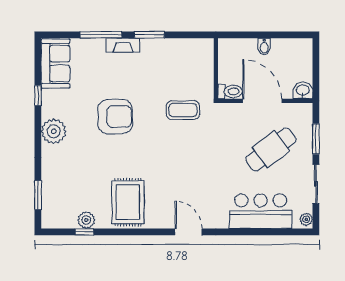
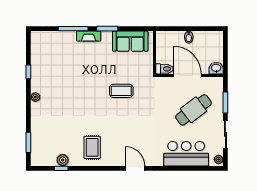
sofa: (56, 64) -> (130, 41), moved, turned 90
coffee table: (183, 110) -> (121, 91), moved
armchair: (115, 117) -> (83, 87), removed
plant: (54, 131) -> (35, 97), width x0.53, depth x0.53
rug: (128, 202) -> (92, 147), width x0.73, depth x0.70

